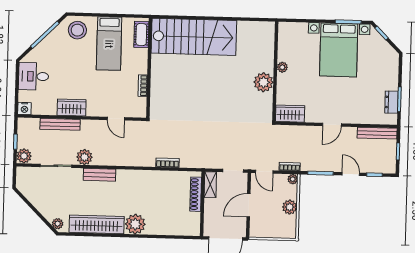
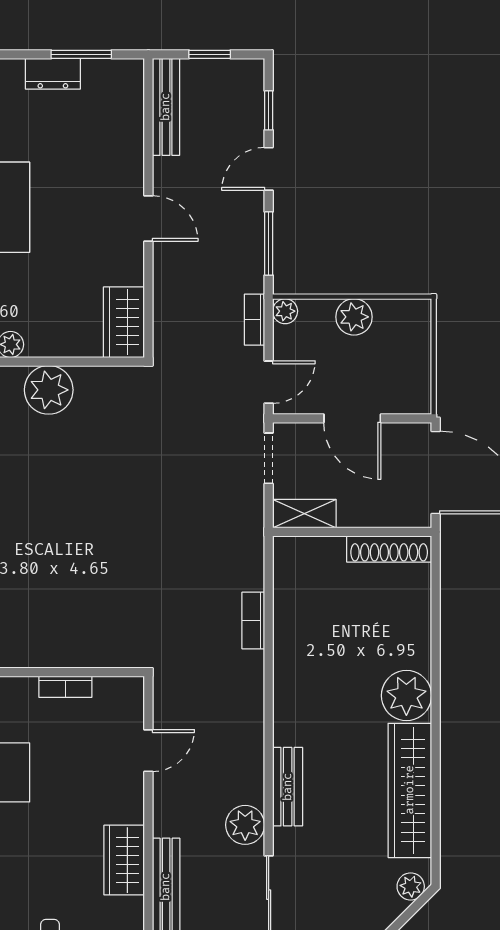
dresser: (391, 102) -> (53, 74), moved
shoe rack: (196, 194) -> (389, 549), moved

